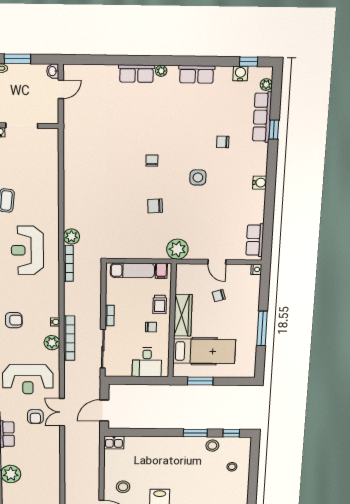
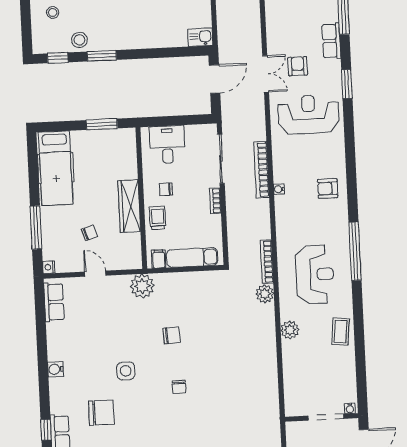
chair: (223, 142) -> (101, 413), width x1.87, depth x1.87
window: (262, 329) -> (36, 228), moved
plant: (52, 343) -> (290, 330), moved
hospital bed: (204, 351) -> (56, 168), moved, turned -90

